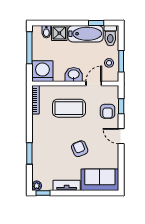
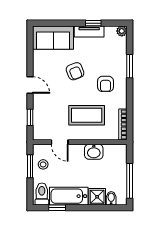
washing machine: (42, 71) -> (115, 155), removed
washbasin: (74, 75) -> (94, 152), moved
door: (94, 84) -> (60, 142), hinge flipped
armchair: (108, 111) -> (106, 84), moved, turned 180
window: (43, 193) -> (93, 23), moved

